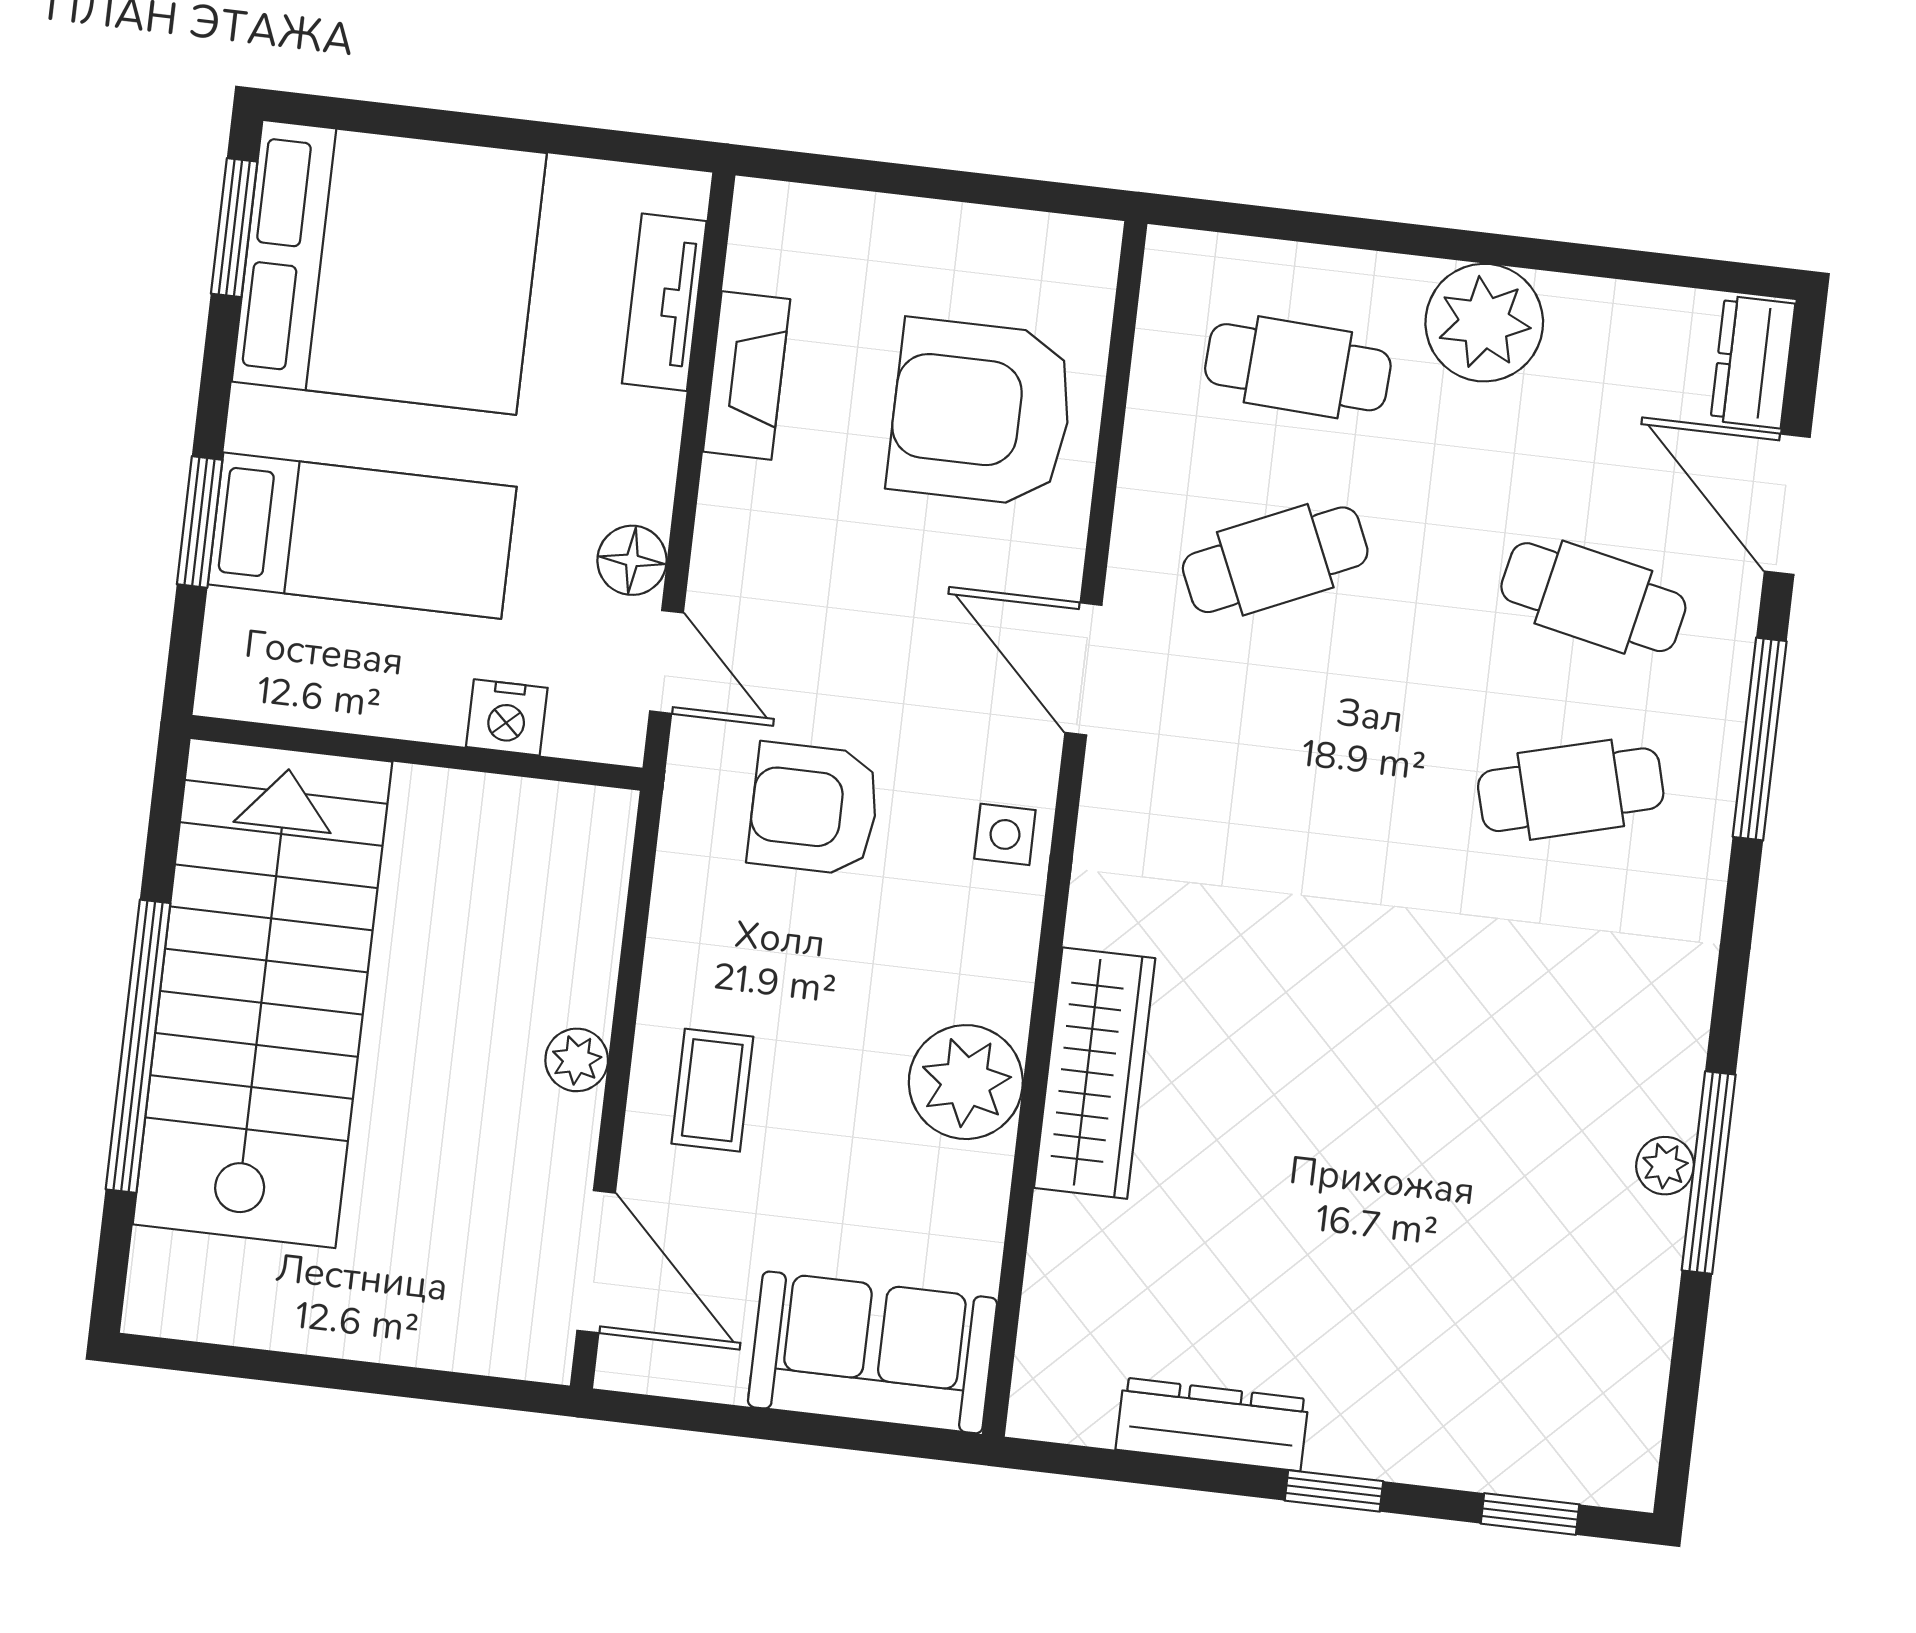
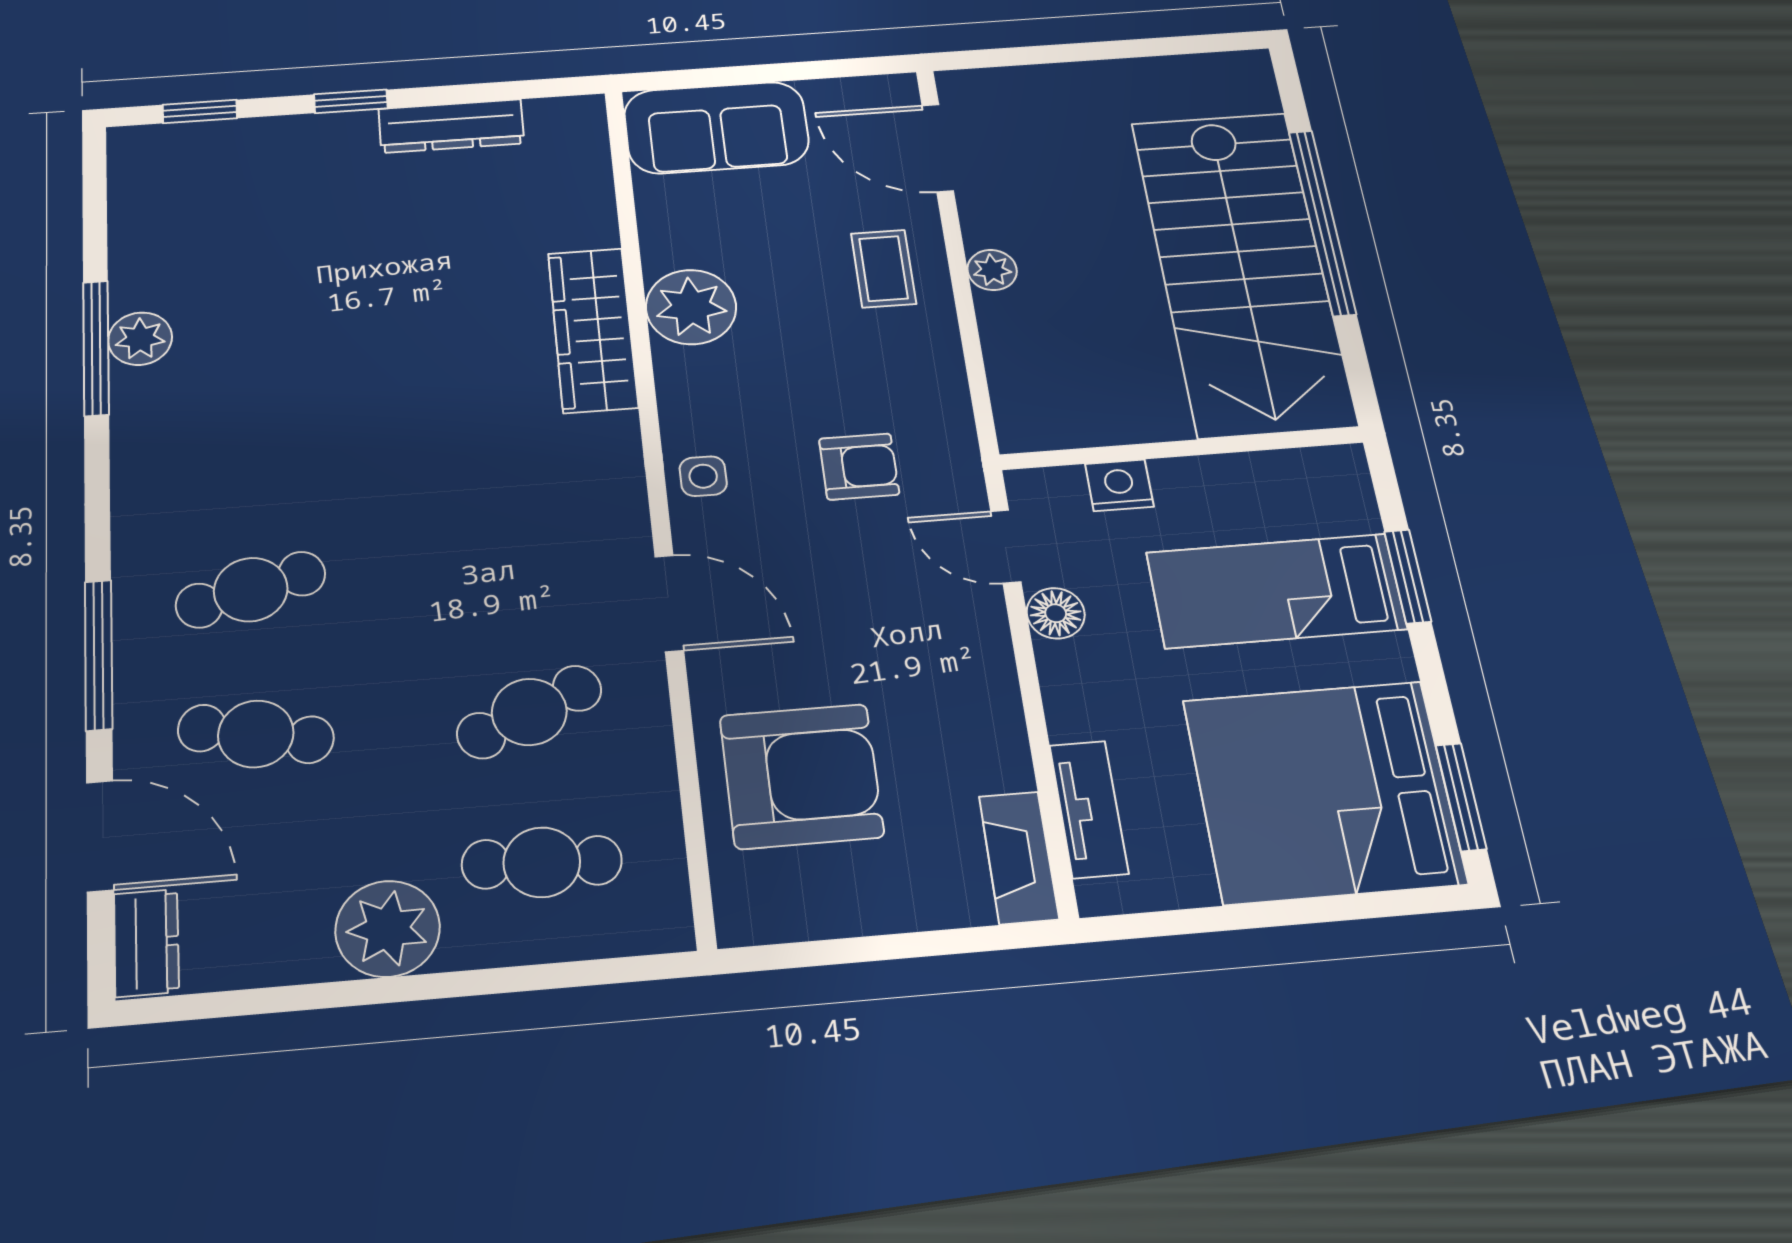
fireplace: (747, 375) -> (1019, 858), moved
armchair: (814, 809) -> (859, 467), width x0.72, depth x0.72
plant: (1665, 1166) -> (140, 339), width x1.38, depth x1.38

